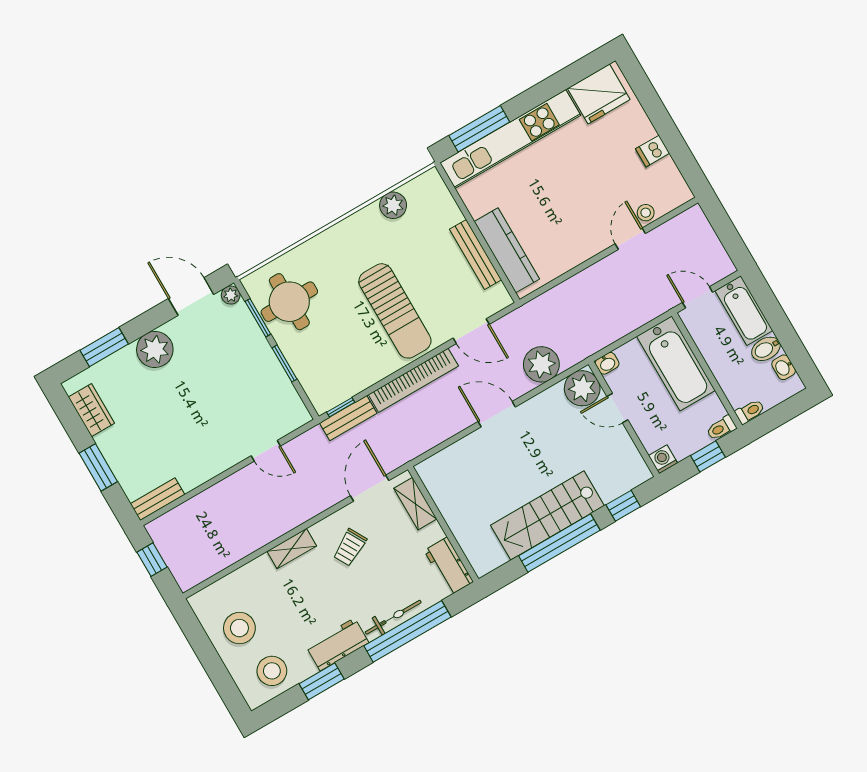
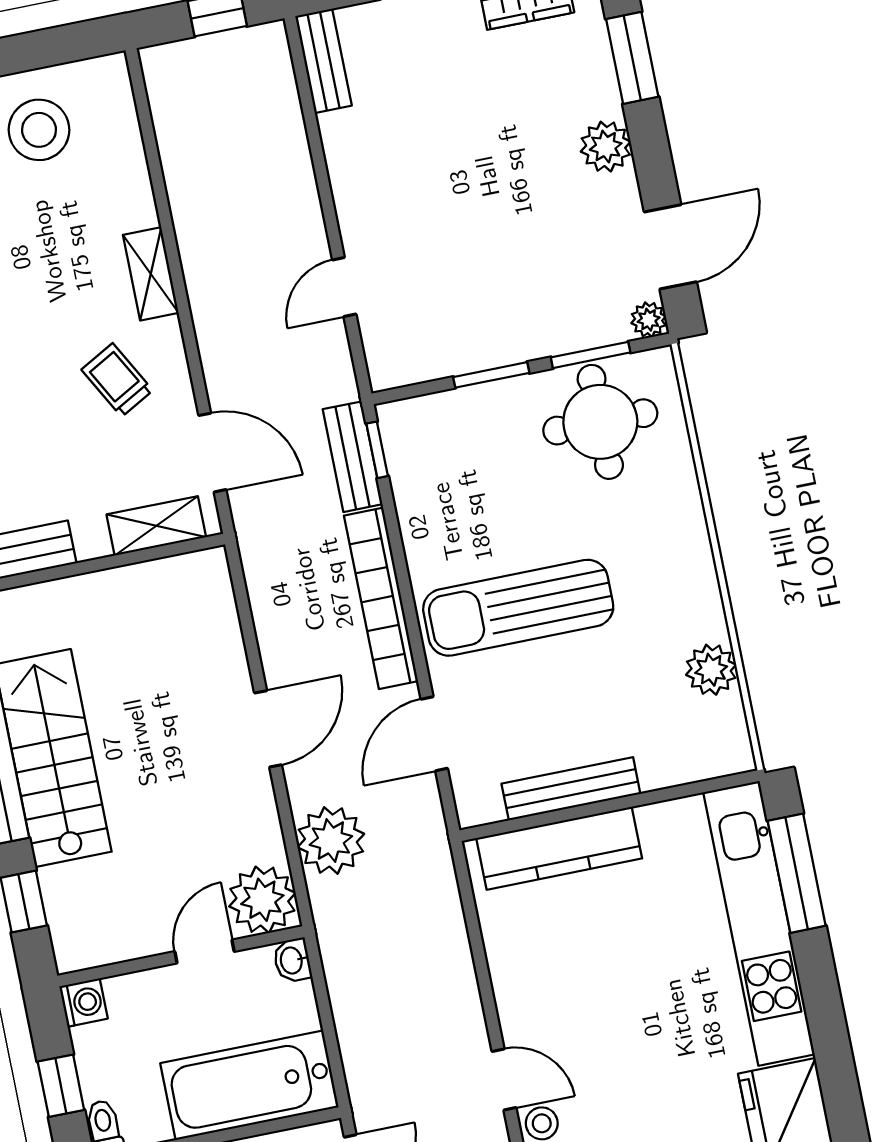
plant: (155, 349) -> (606, 147), width x0.73, depth x0.73

